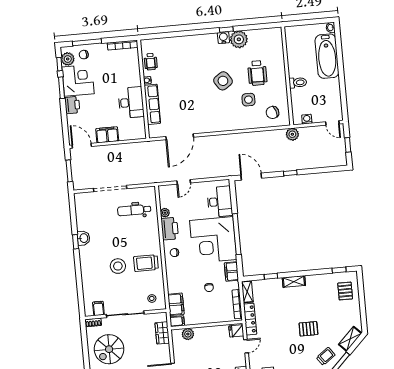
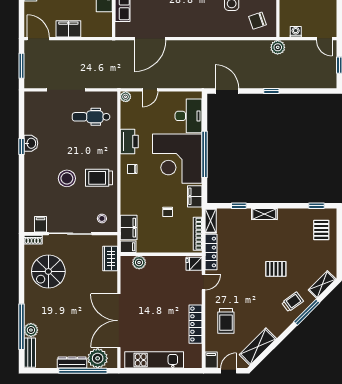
plant: (165, 213) -> (126, 97), moved

